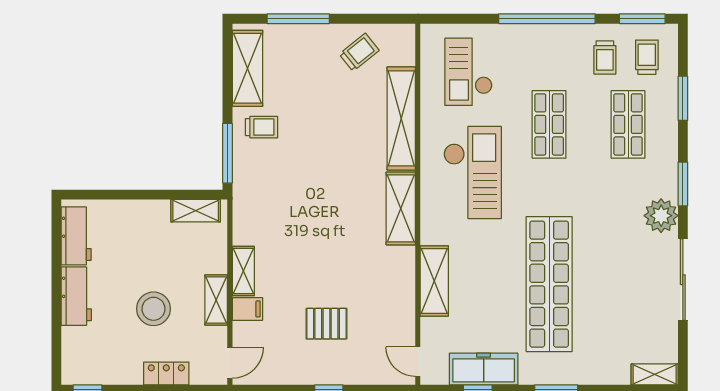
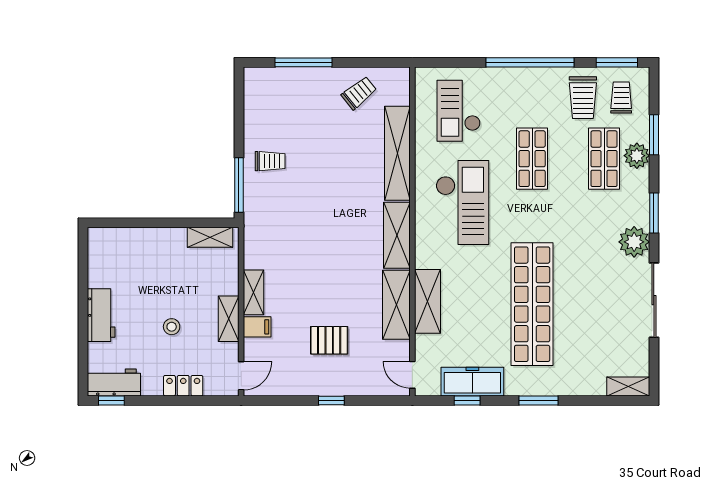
trolley: (605, 58) -> (583, 98), width x1.36, depth x1.39
shelving: (247, 68) -> (396, 305), moved
plant: (664, 121) -> (637, 156), added
workbench: (76, 236) -> (114, 382), moved, turned -90
stool: (153, 309) -> (172, 327), width x0.53, depth x0.53

